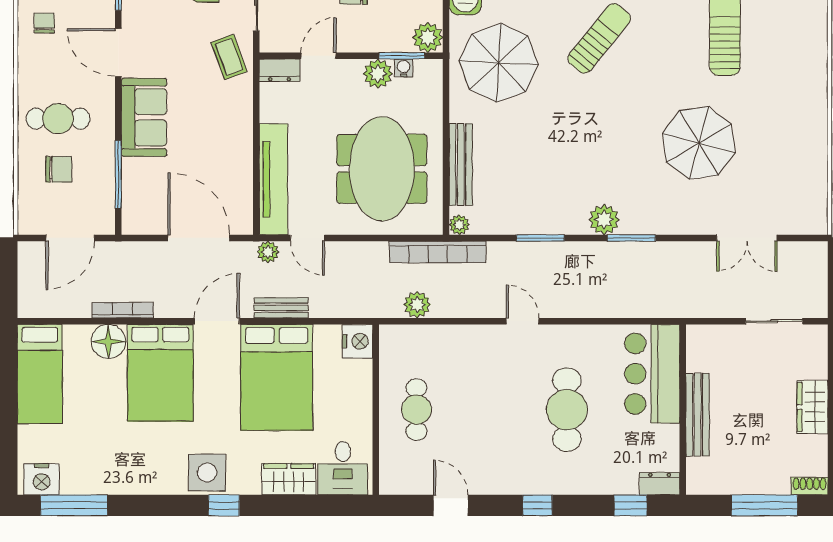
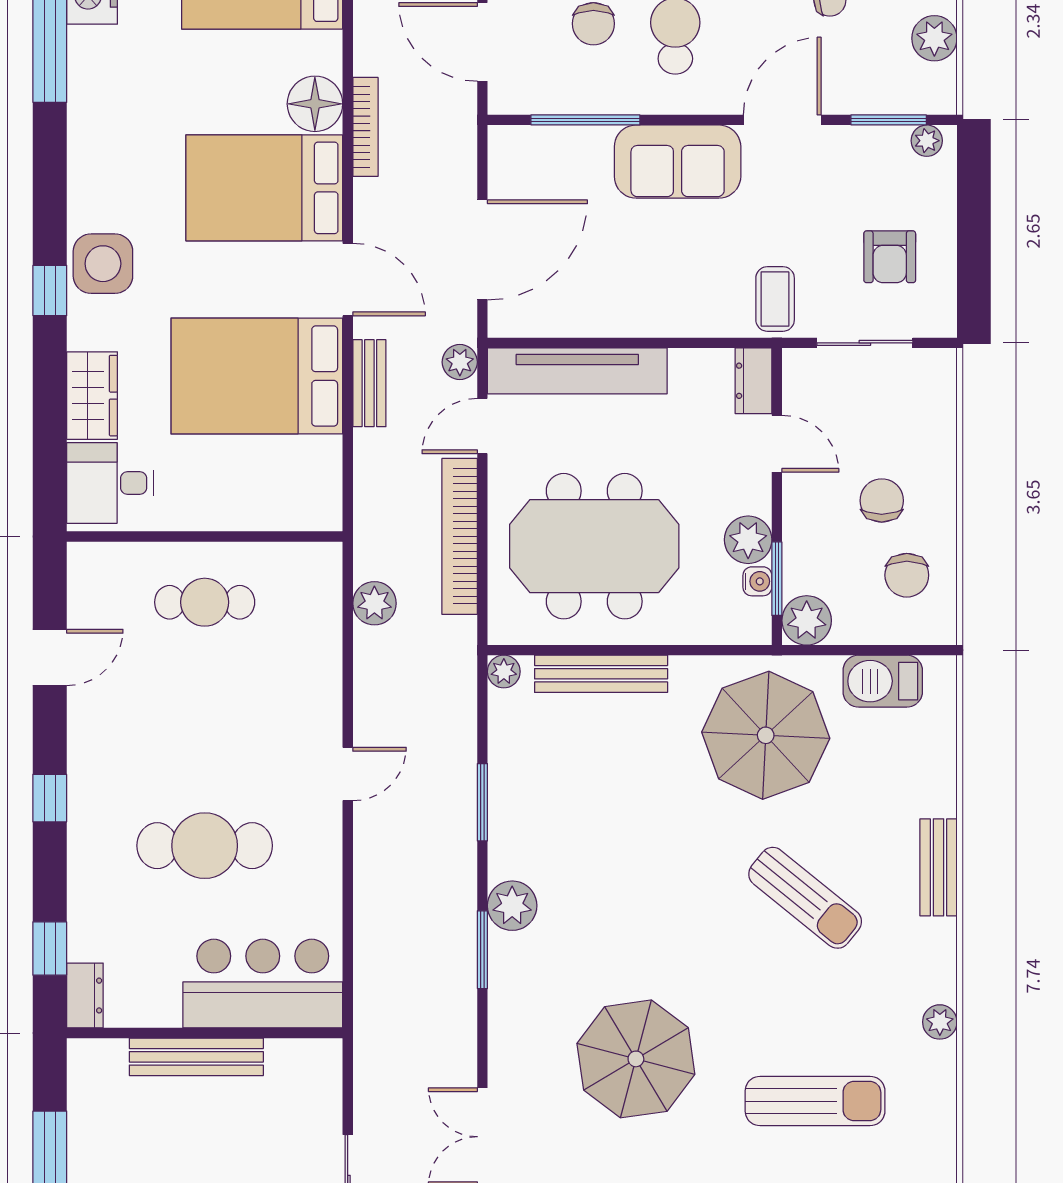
coffee table: (229, 57) -> (775, 299), turned -70
bookcase: (438, 252) -> (460, 536), moved
nightstand: (358, 341) -> (315, 507), removed

